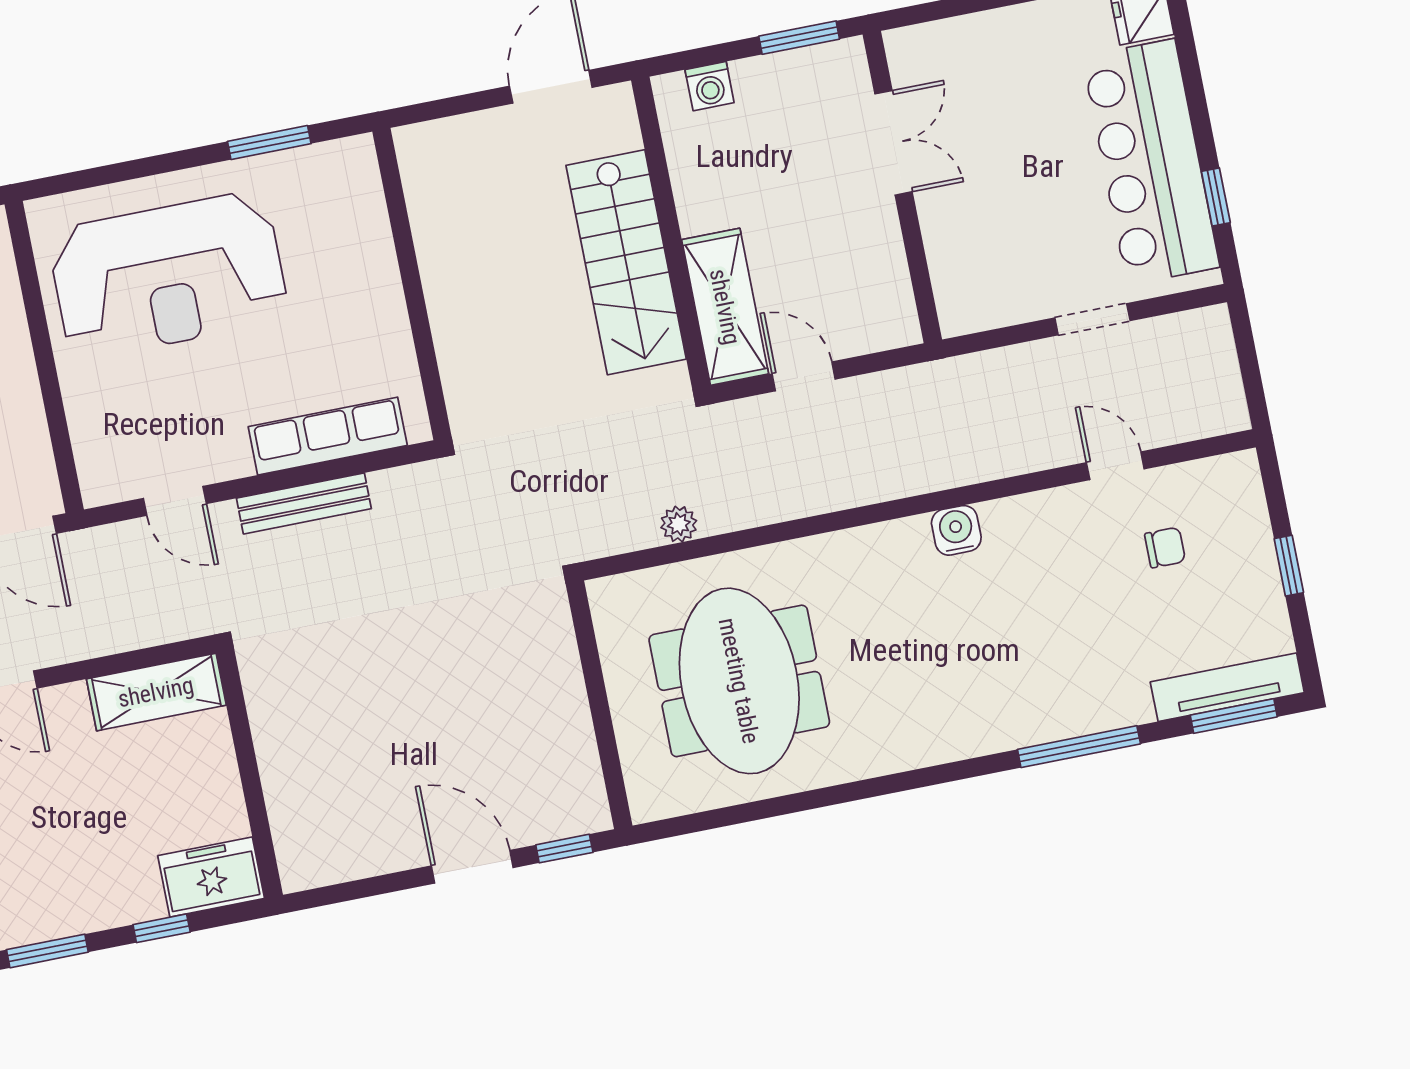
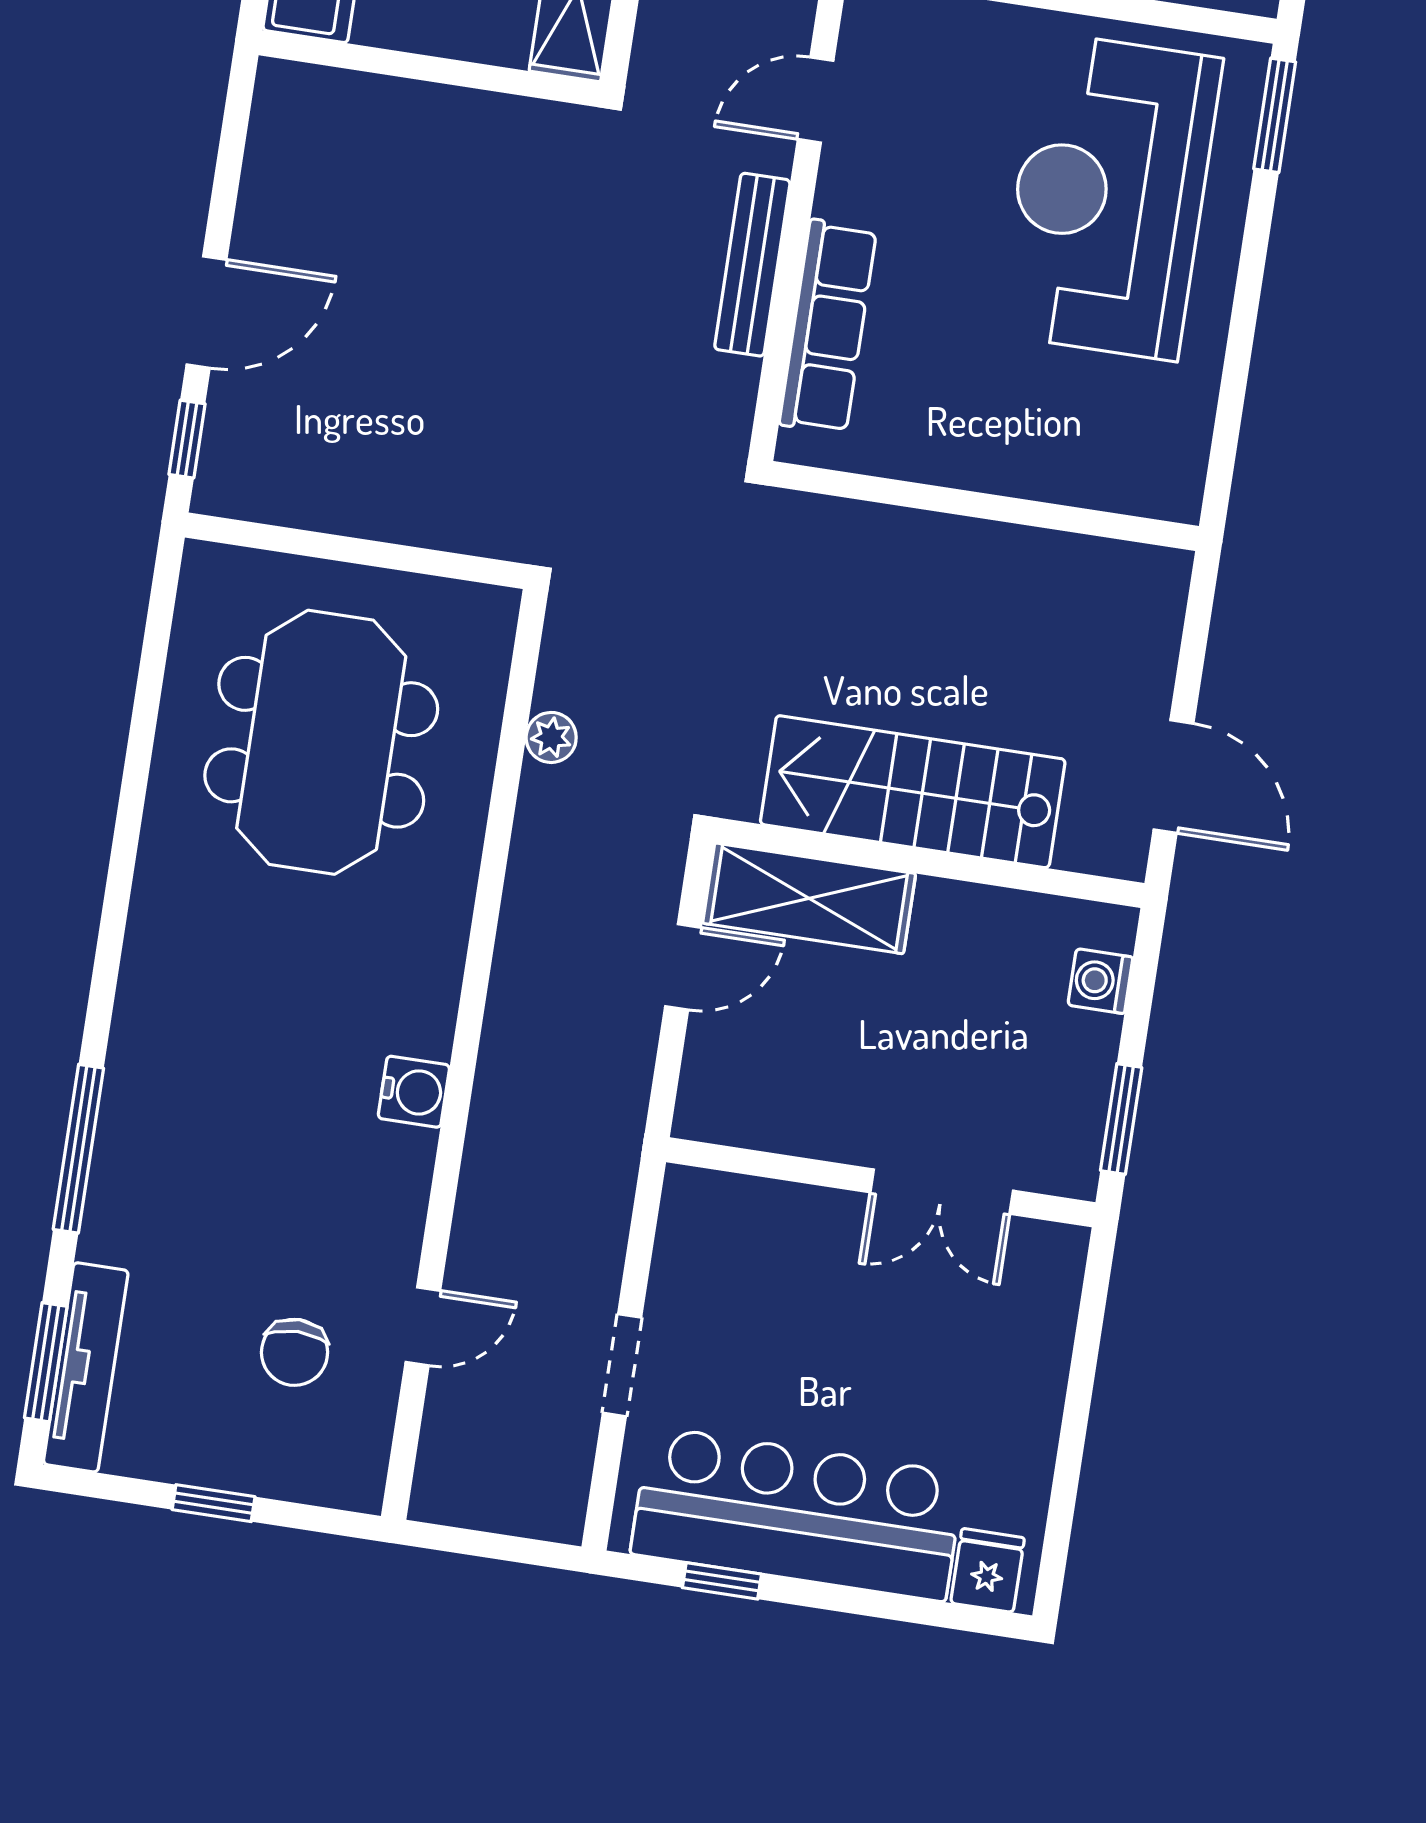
window: (269, 143) -> (1275, 115), moved
chair: (1165, 548) -> (295, 1352), width x1.37, depth x1.37
meeting table: (739, 681) -> (321, 742), turned 90

